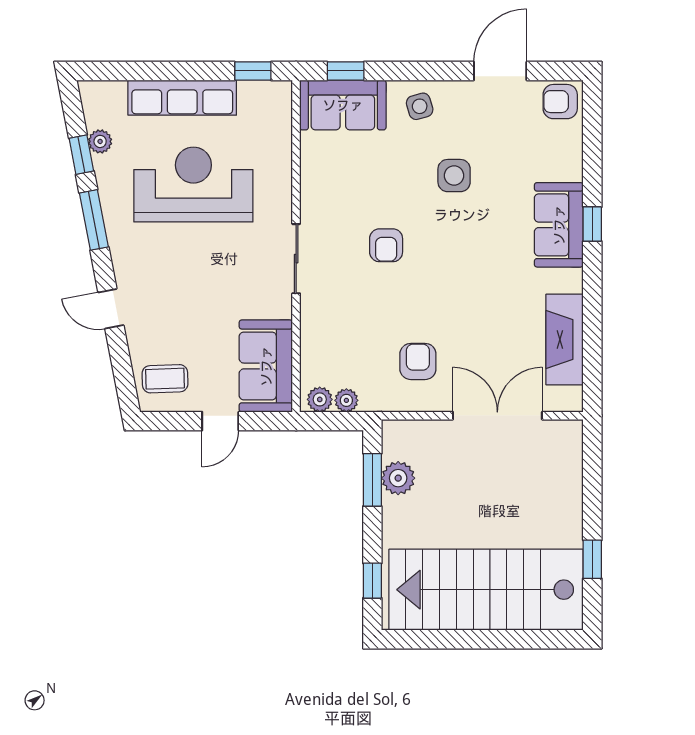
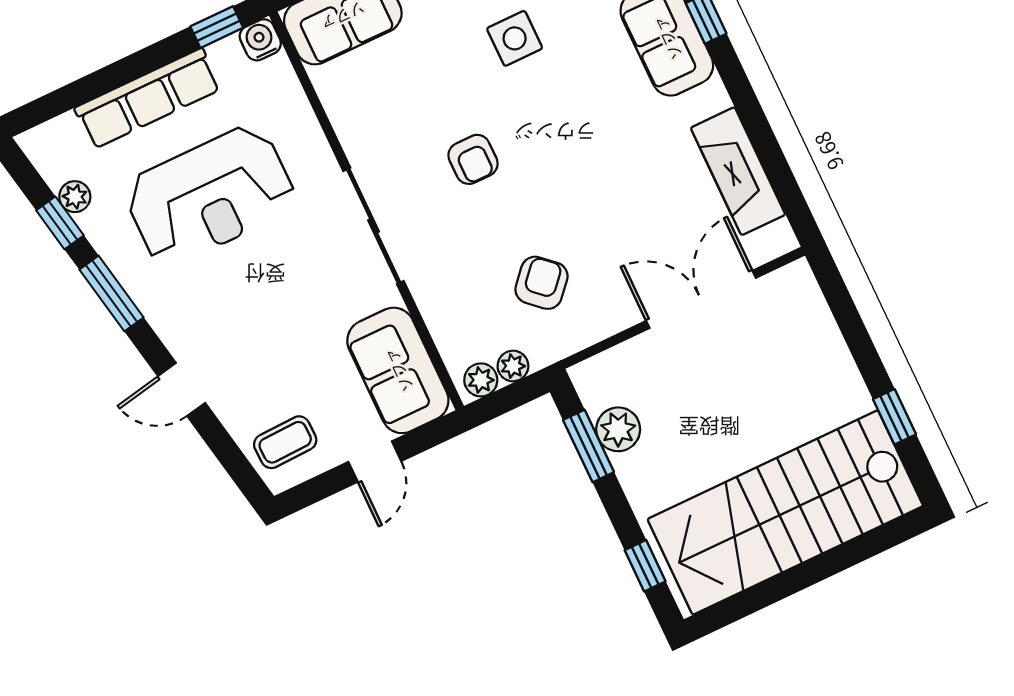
water cooler: (279, 94) -> (260, 40), added
reception desk: (193, 185) -> (210, 195), turned 180
sliding door: (296, 259) -> (374, 226), width x1.37
armchair: (418, 361) -> (541, 283), moved, turned 42

